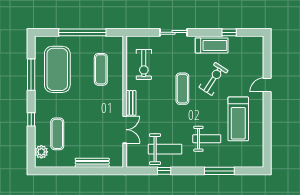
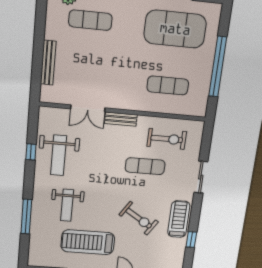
treadmill: (212, 45) -> (179, 219), turned 180
exercise bike: (144, 65) -> (167, 139), turned 180
exercise mat: (182, 89) -> (145, 166), moved

